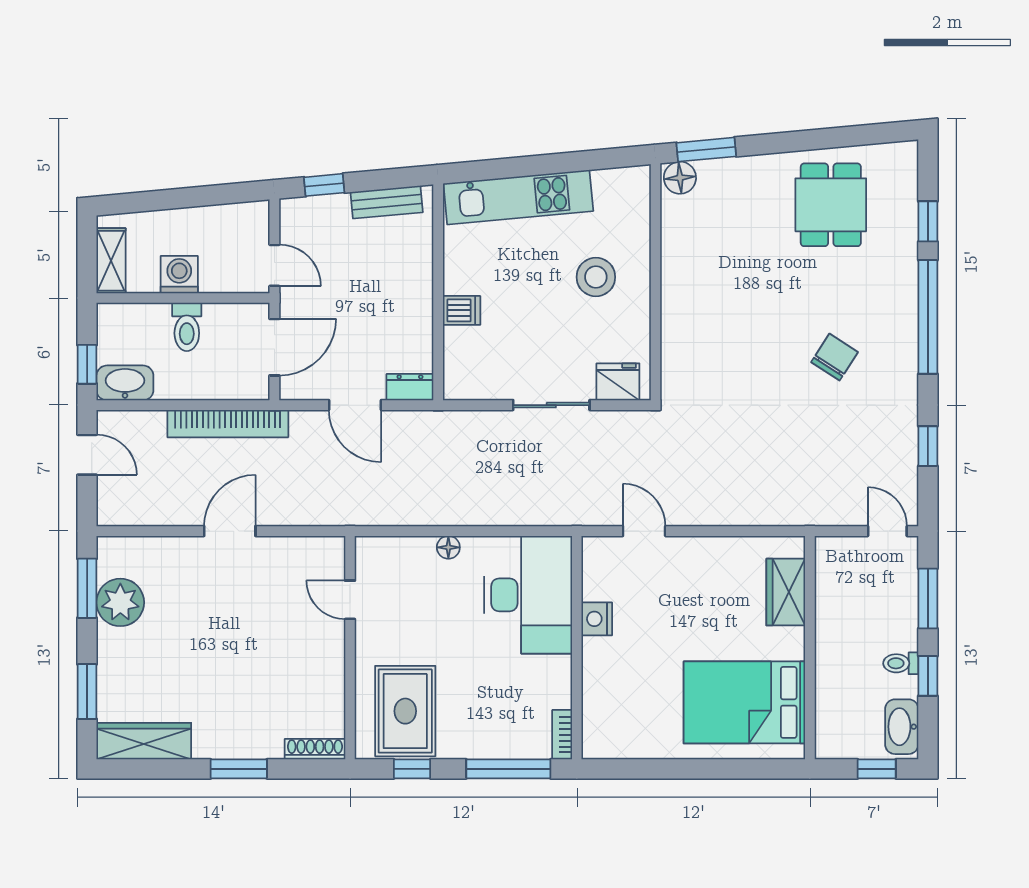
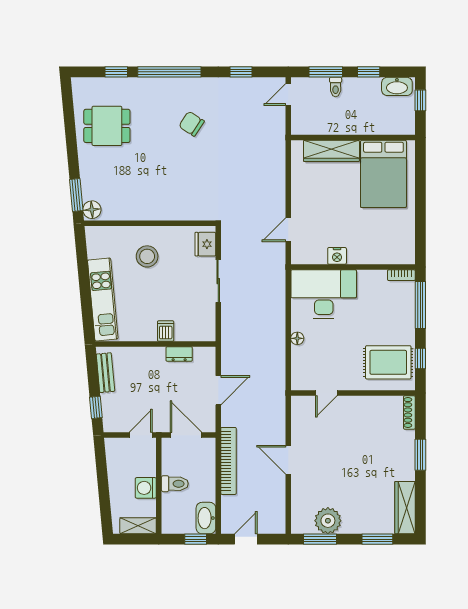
dresser: (410, 387) -> (179, 354), moved, turned -90
wardrobe: (786, 592) -> (331, 151), width x1.50
toilet: (901, 663) -> (336, 87), moved

